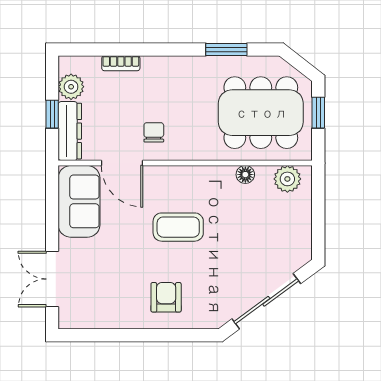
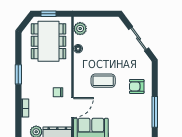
window: (226, 49) -> (18, 74), moved
coffee table: (178, 227) -> (103, 81), turned 90
sliding door: (266, 301) -> (139, 39), width x0.73
window: (113, 335) -> (155, 112), added

